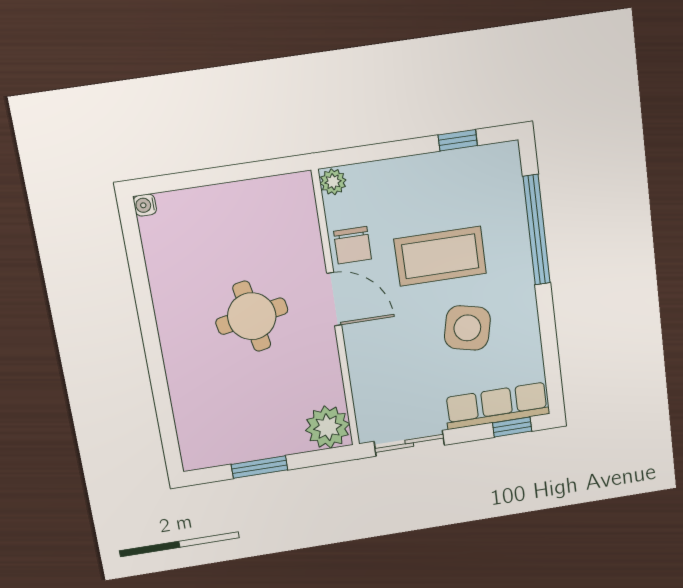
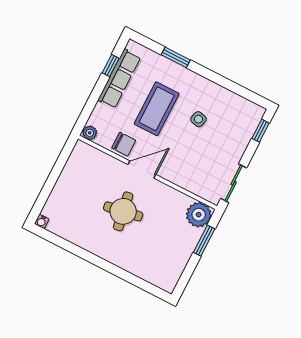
window: (537, 230) -> (176, 57), width x0.47
side table: (467, 328) -> (198, 119), width x0.54, depth x0.54
row of seats: (497, 406) -> (119, 79), moved, turned 180
window: (259, 467) -> (204, 241), moved

